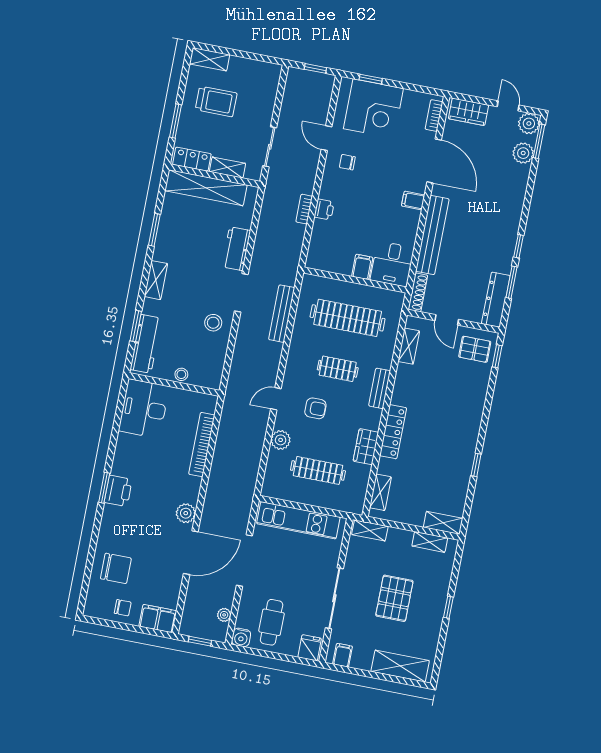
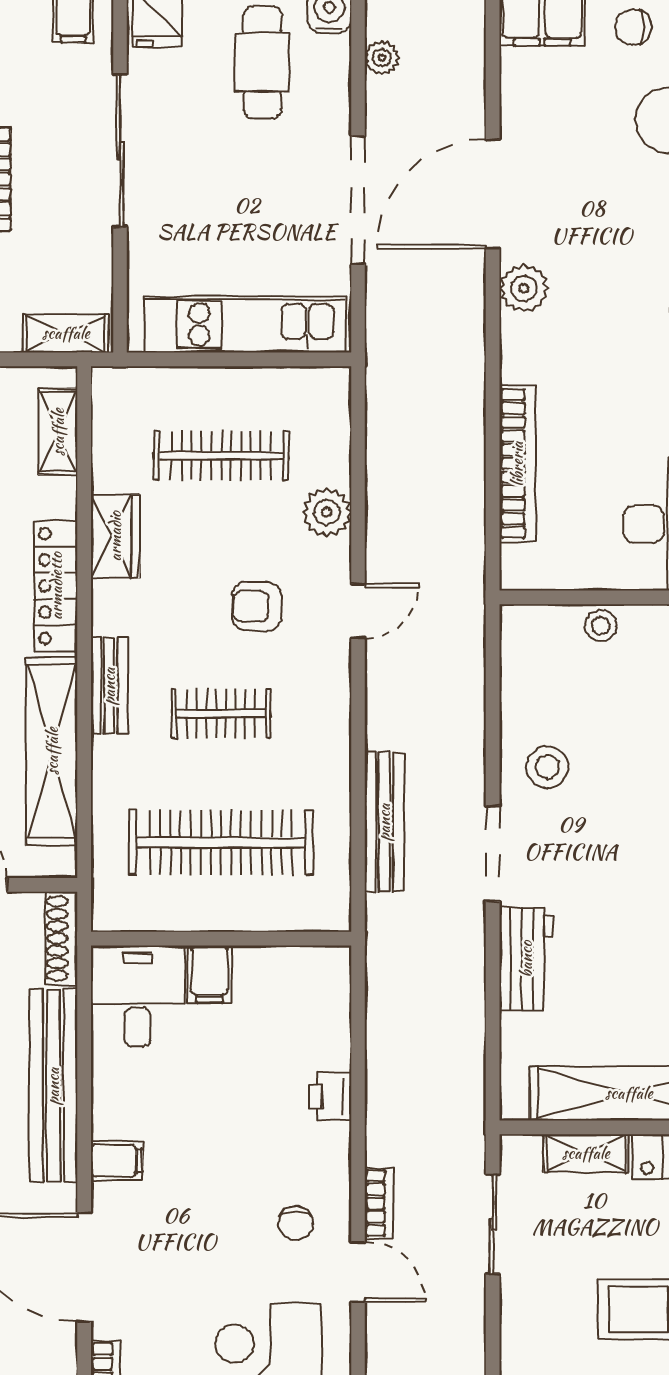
chair: (347, 162) -> (296, 1223), turned 90
bookcase: (304, 209) -> (379, 1203), moved
shelving: (409, 346) -> (52, 751), width x2.20, depth x1.33

